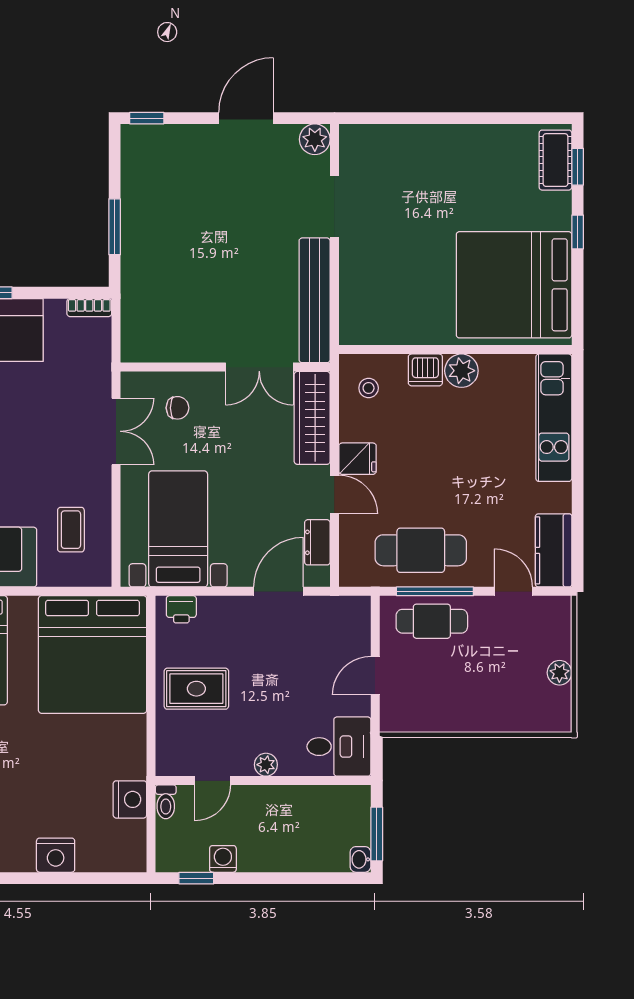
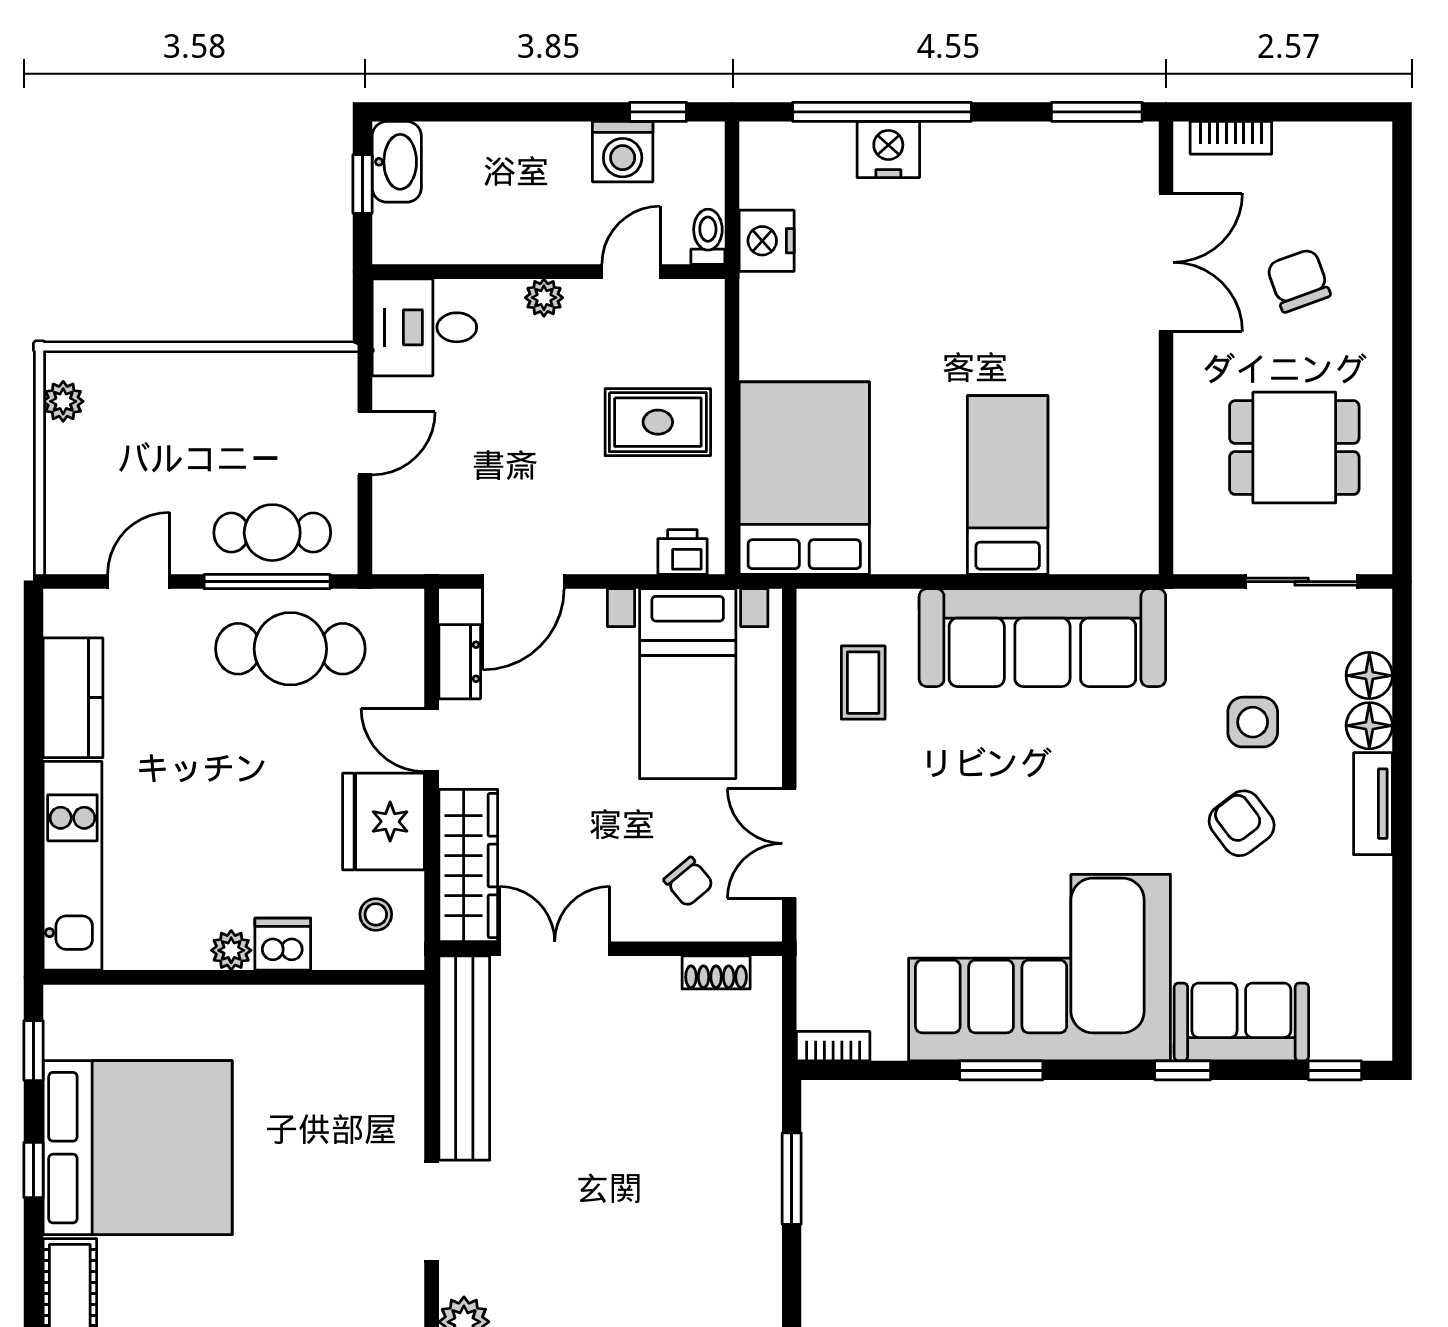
window: (578, 167) -> (33, 1051), moved
bed: (514, 285) -> (138, 1148), moved
shoe rack: (161, 353) -> (716, 972), added
plant: (461, 371) -> (231, 950), width x0.73, depth x0.73
chair: (178, 408) -> (689, 882), turned -130
fridge: (358, 459) -> (384, 821), width x1.88, depth x1.34
kitchen counter: (554, 550) -> (73, 698), moved
door: (513, 591) -> (139, 582), swing flipped
bed: (93, 654) -> (804, 478), width x0.73
plant: (559, 673) -> (63, 401), moved
window: (377, 834) -> (363, 184), width x0.67
washing machine: (223, 859) -> (623, 152), width x1.38, depth x1.38
washbasin: (360, 859) -> (397, 162), width x1.91, depth x1.45
window: (59, 878) -> (882, 112), added

